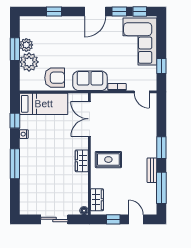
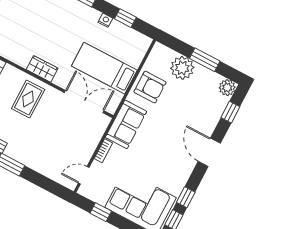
window: (54, 11) -> (230, 112), moved
door: (95, 11) -> (209, 152), moved
plant: (26, 45) -> (227, 88), moved
armchair: (55, 78) -> (150, 87), turned -90
bed: (44, 104) -> (104, 68), moved, turned 90

